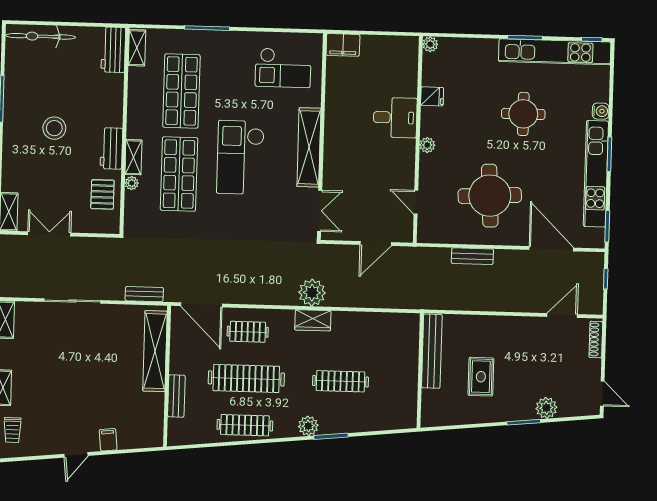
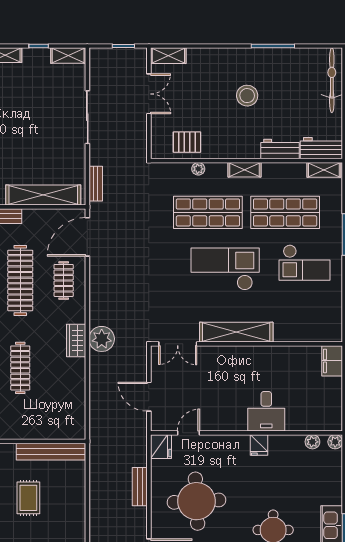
checkout: (283, 68) -> (305, 263), moved, turned -90
fridge: (432, 96) -> (259, 445), moved
plant: (427, 145) -> (312, 442), moved
workbench: (111, 148) -> (280, 149), moved
shelving: (133, 157) -> (245, 170), moved
fridge: (430, 232) -> (161, 447), added
rug: (481, 377) -> (28, 498), turned 90

